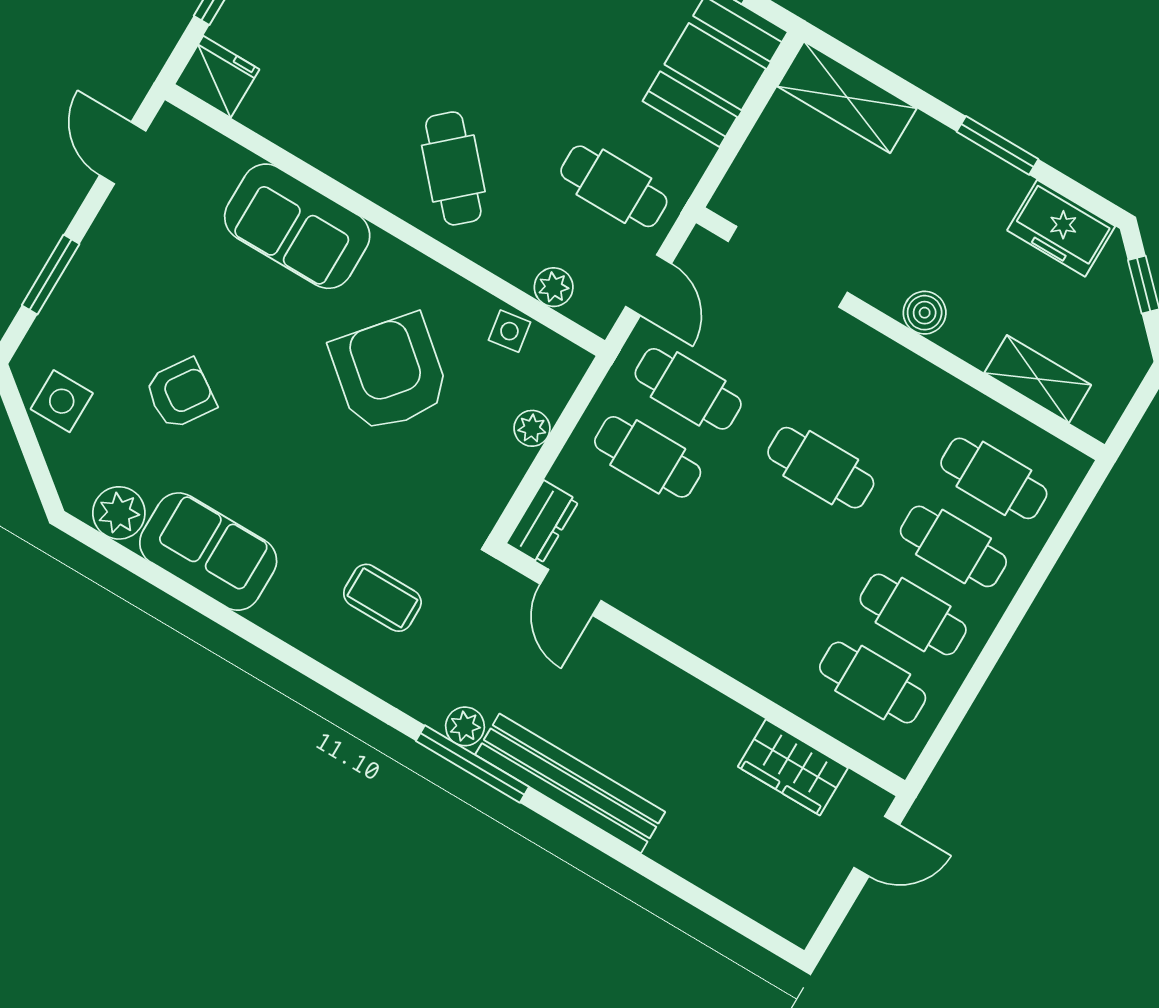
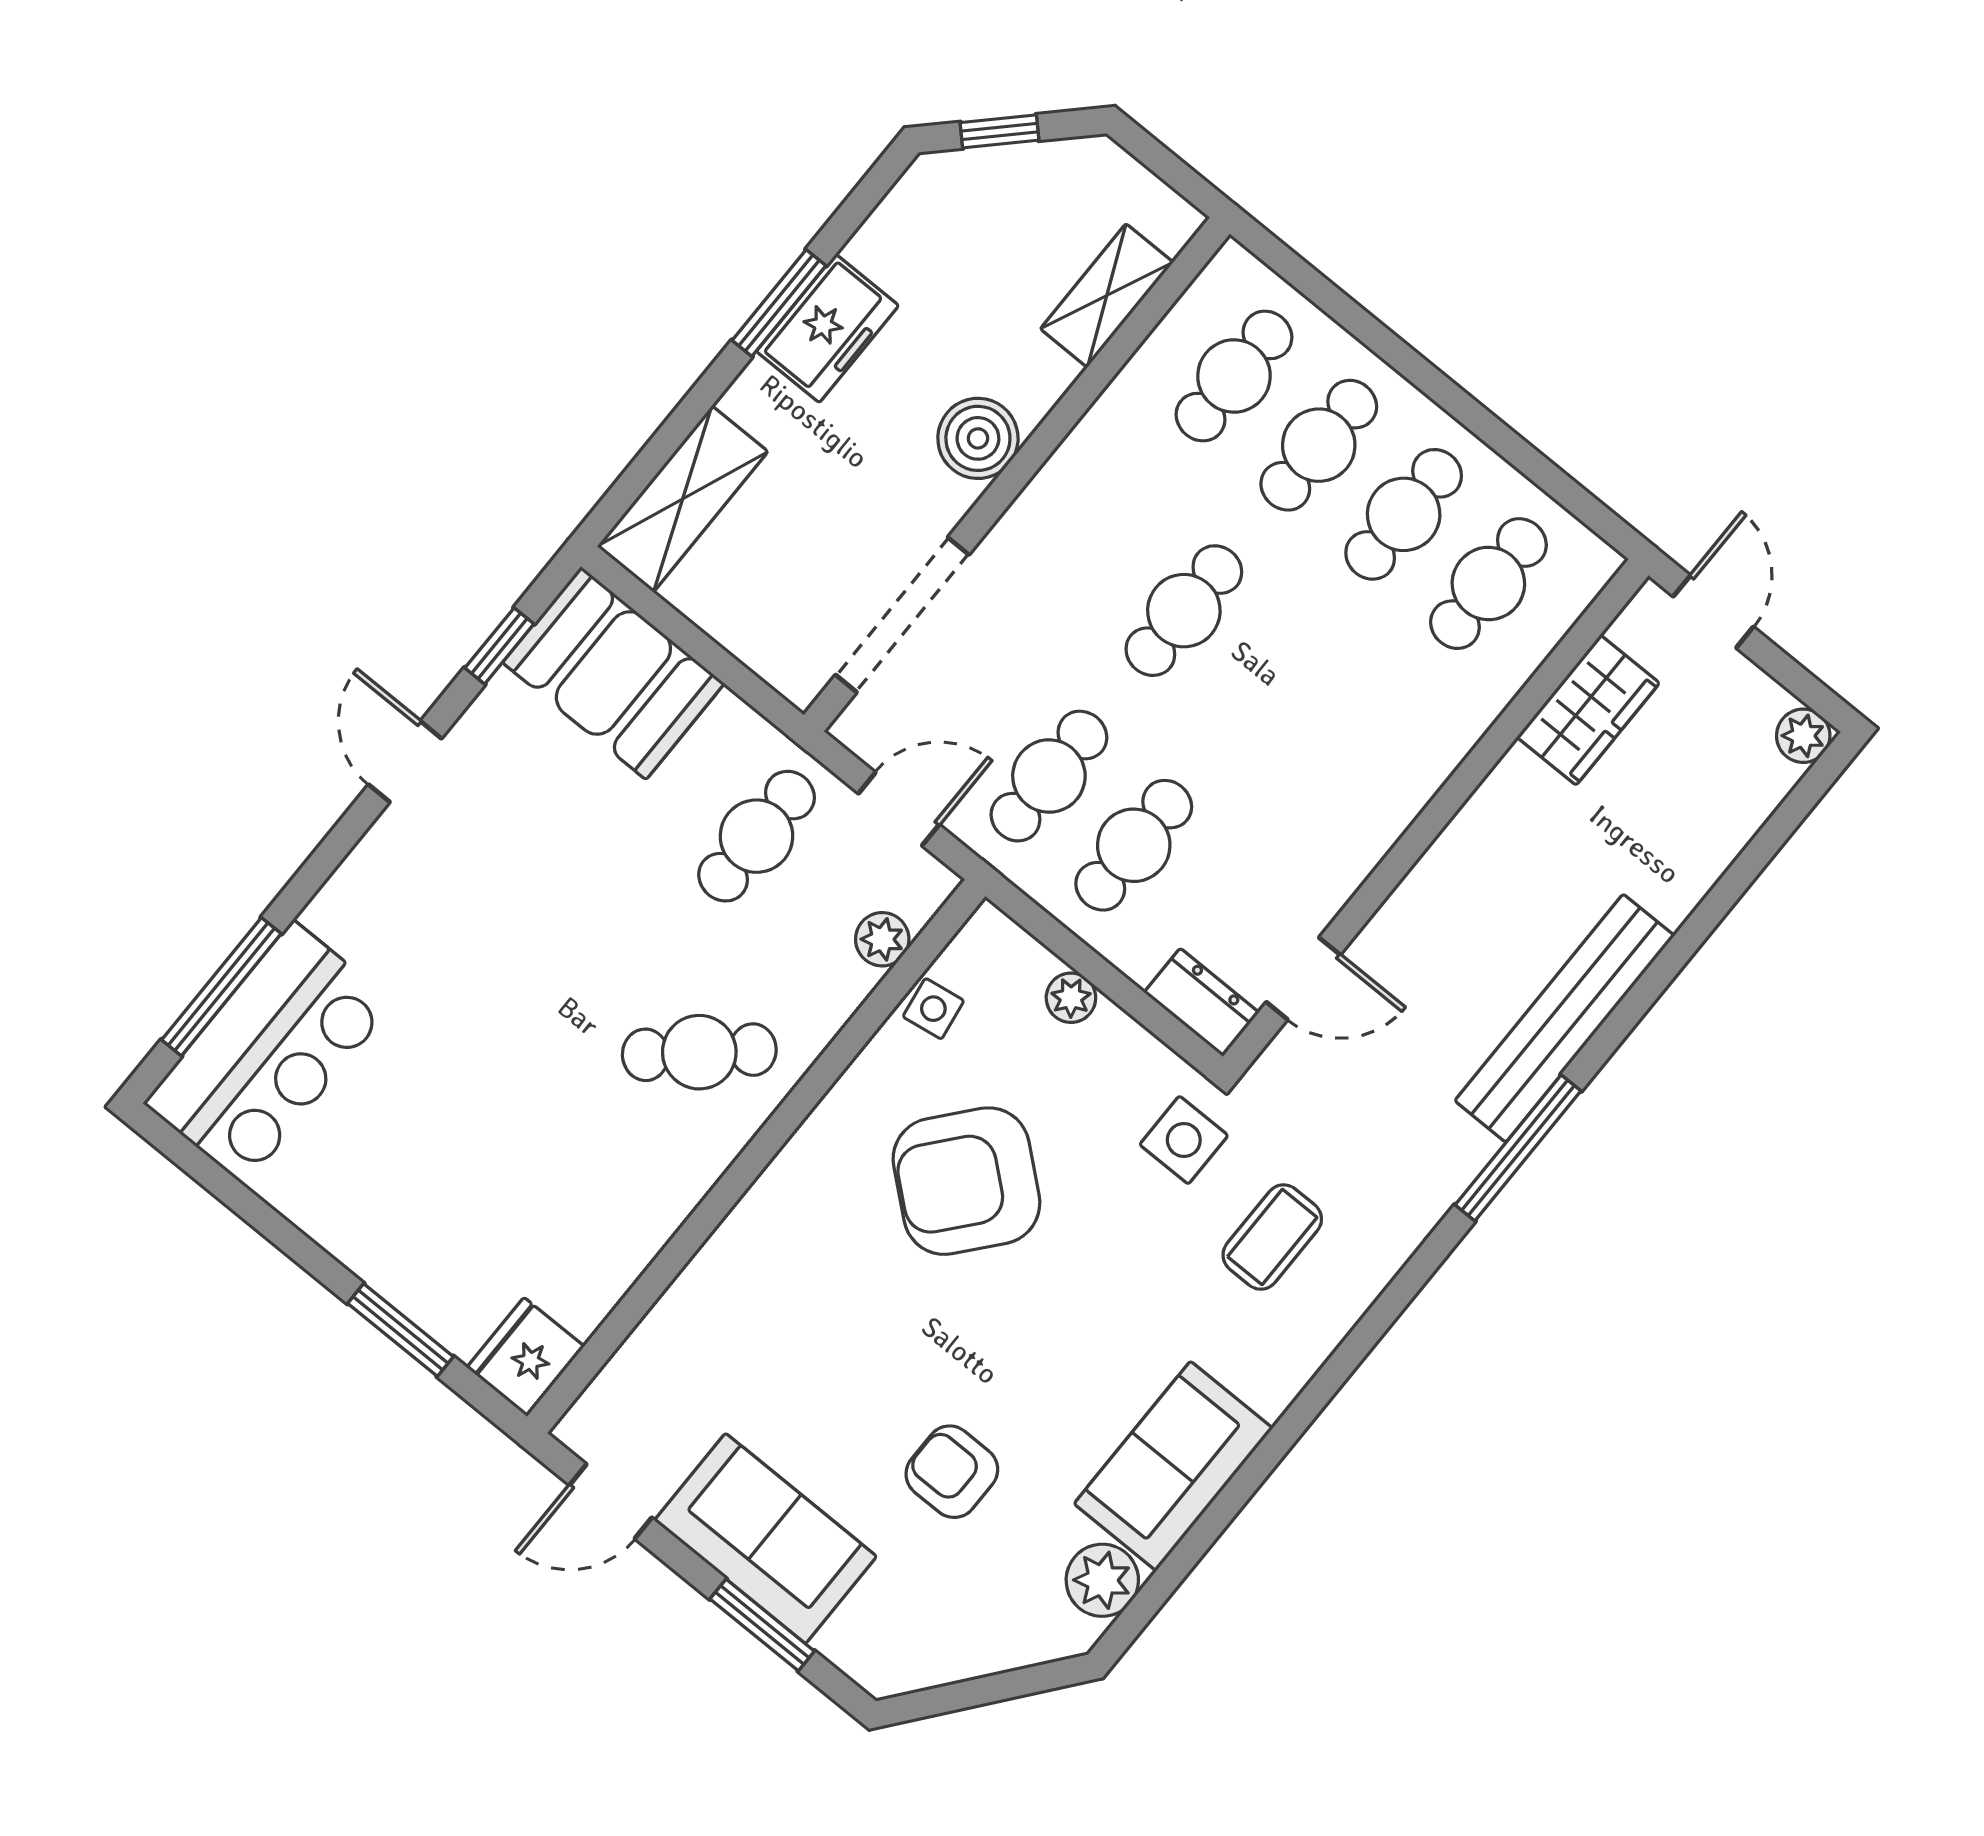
sofa: (297, 226) -> (765, 1538), moved, turned -90
freezer: (1061, 228) -> (827, 328), moved
boiler: (925, 313) -> (978, 438), width x1.36, depth x1.36
armchair: (180, 394) -> (952, 1472), turned -34
side table: (62, 401) -> (1184, 1140), moved
plant: (465, 726) -> (1803, 736), moved

